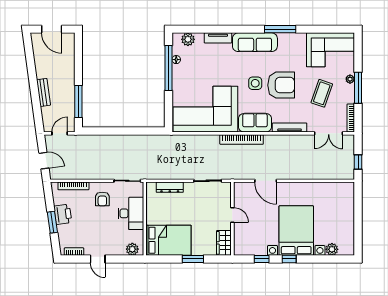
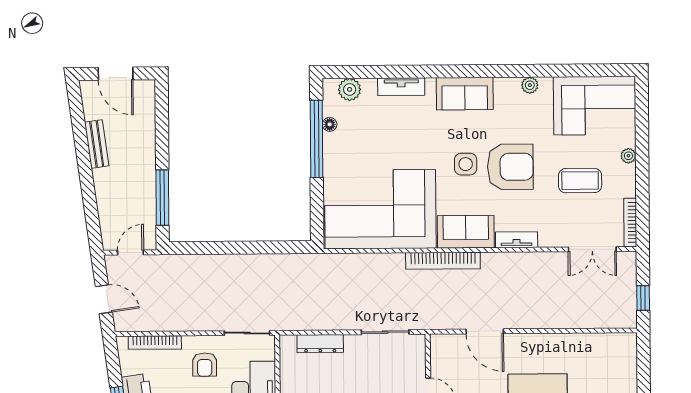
window: (280, 29) -> (508, 71), removed
plant: (293, 38) -> (530, 85), added
sofa: (255, 42) -> (465, 94), width x0.73
window: (358, 88) -> (642, 170), removed
bench: (43, 92) -> (97, 144), moved
coffee table: (322, 93) -> (580, 181), turned 71
tv unit: (290, 128) -> (517, 240), width x0.71

